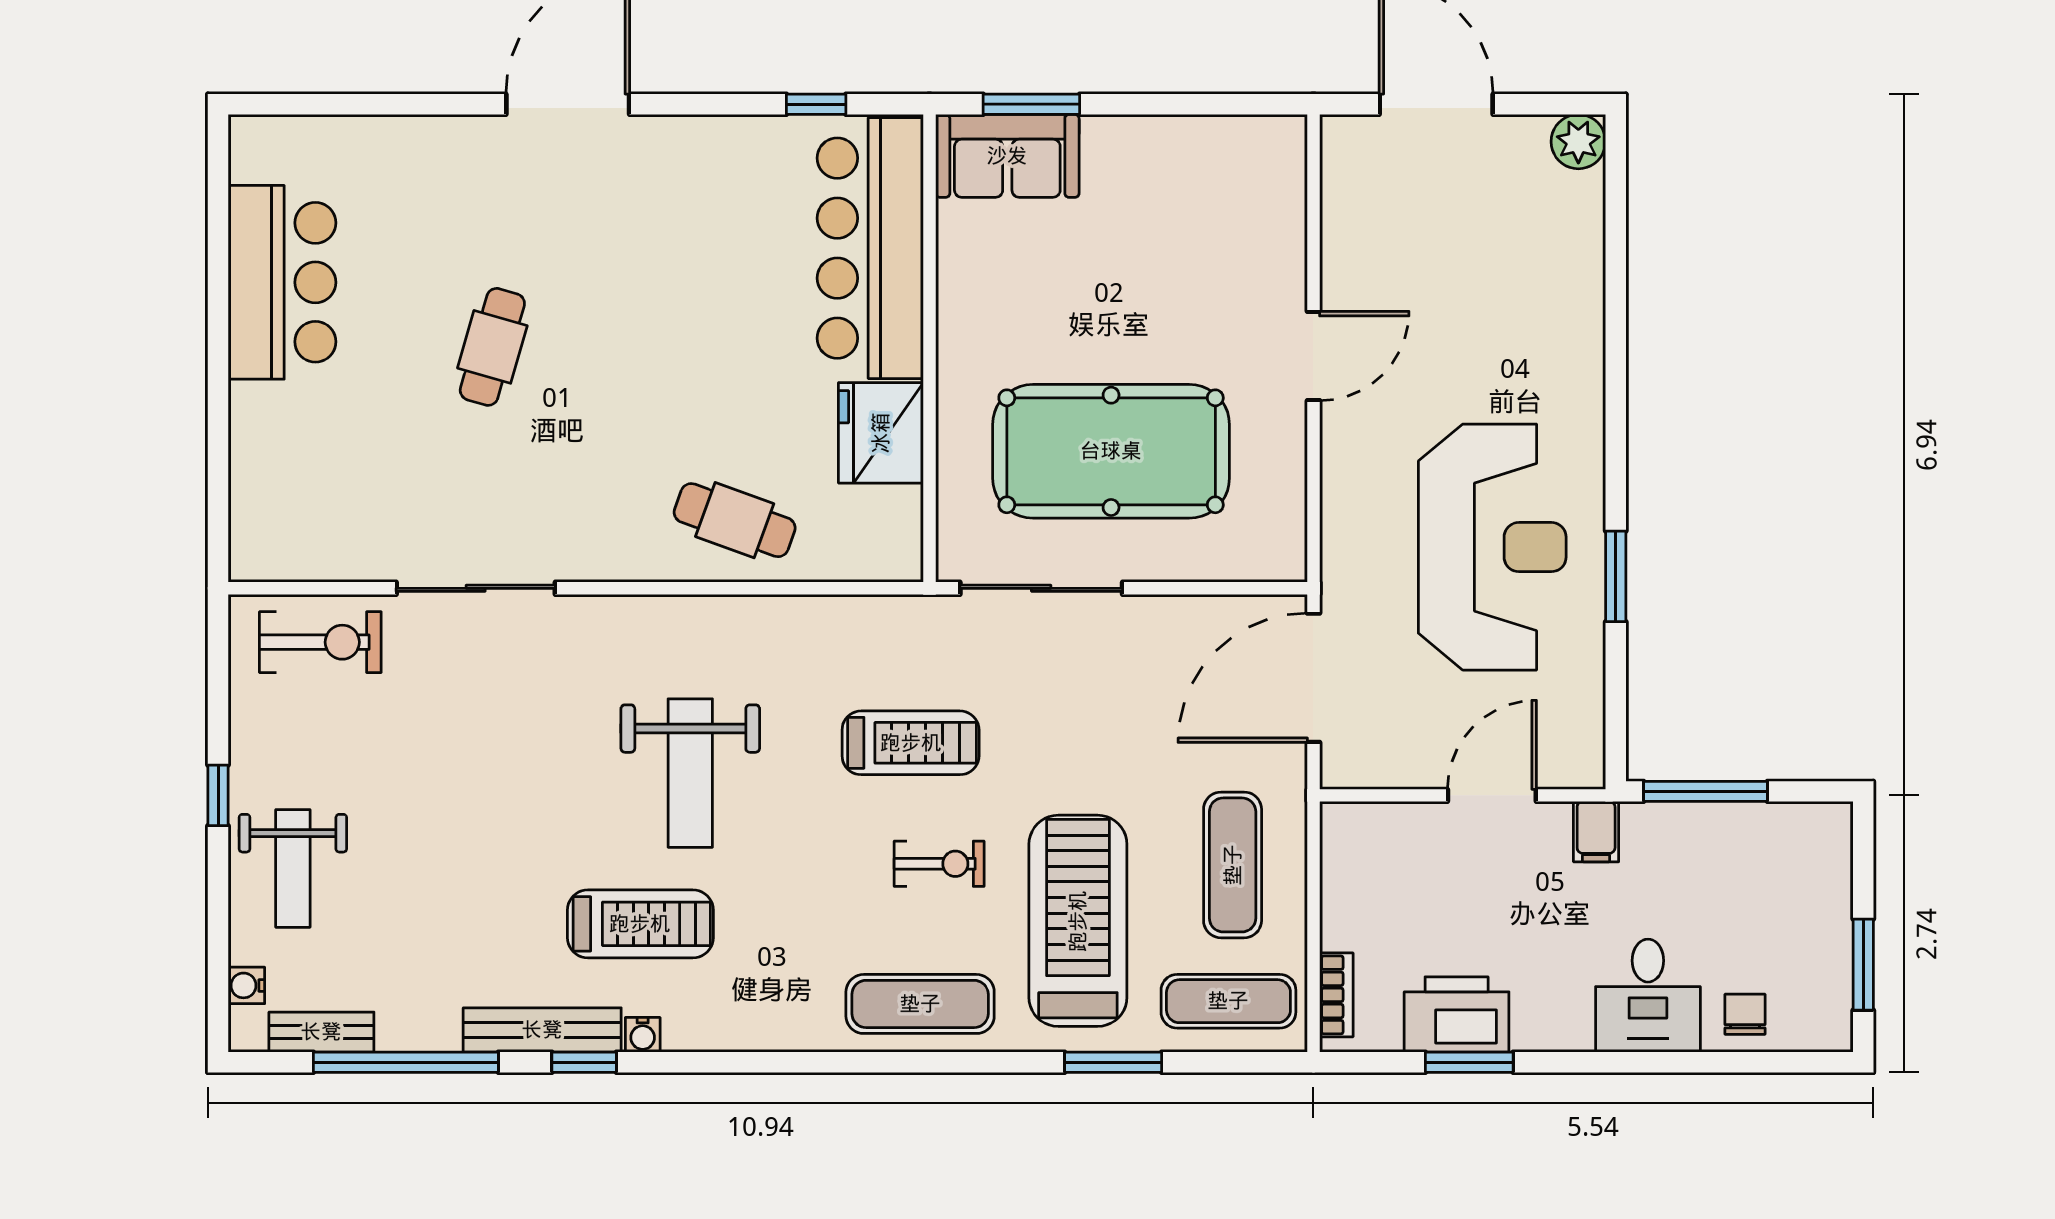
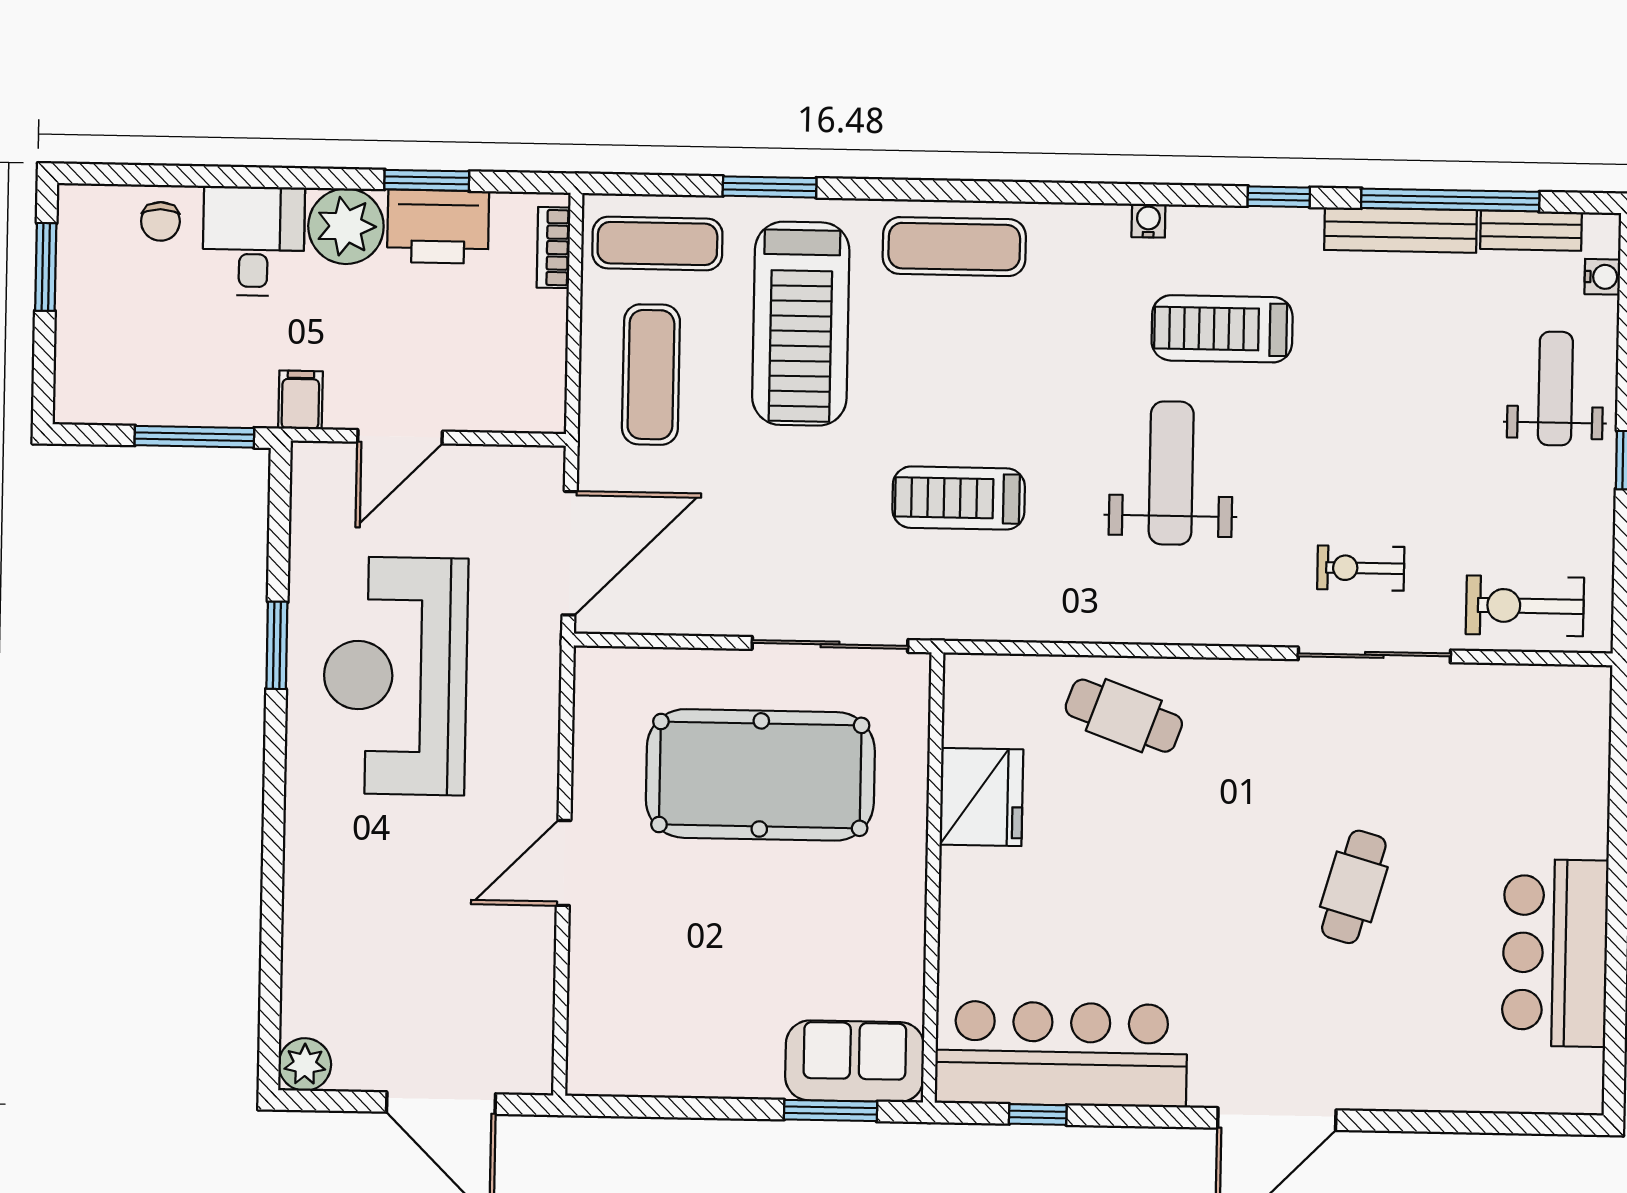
bar counter: (870, 248) -> (1061, 1054), moved, turned -90
exercise bike: (939, 864) -> (1361, 568), moved
plant: (1552, 1013) -> (346, 226), added
bench: (542, 1030) -> (1401, 230), moved
water cooler: (643, 1035) -> (1148, 221), moved

